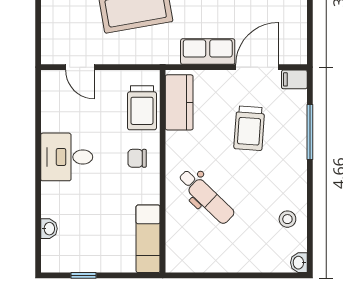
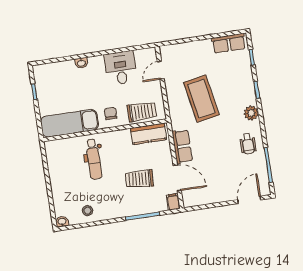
trolley: (142, 108) -> (142, 112), turned 180
desk: (67, 157) -> (121, 68), moved
dental chair: (206, 196) -> (94, 159), turned -44
washbasin: (49, 229) -> (81, 63), moved
exam couch: (148, 239) -> (70, 123), width x1.36, depth x1.45

